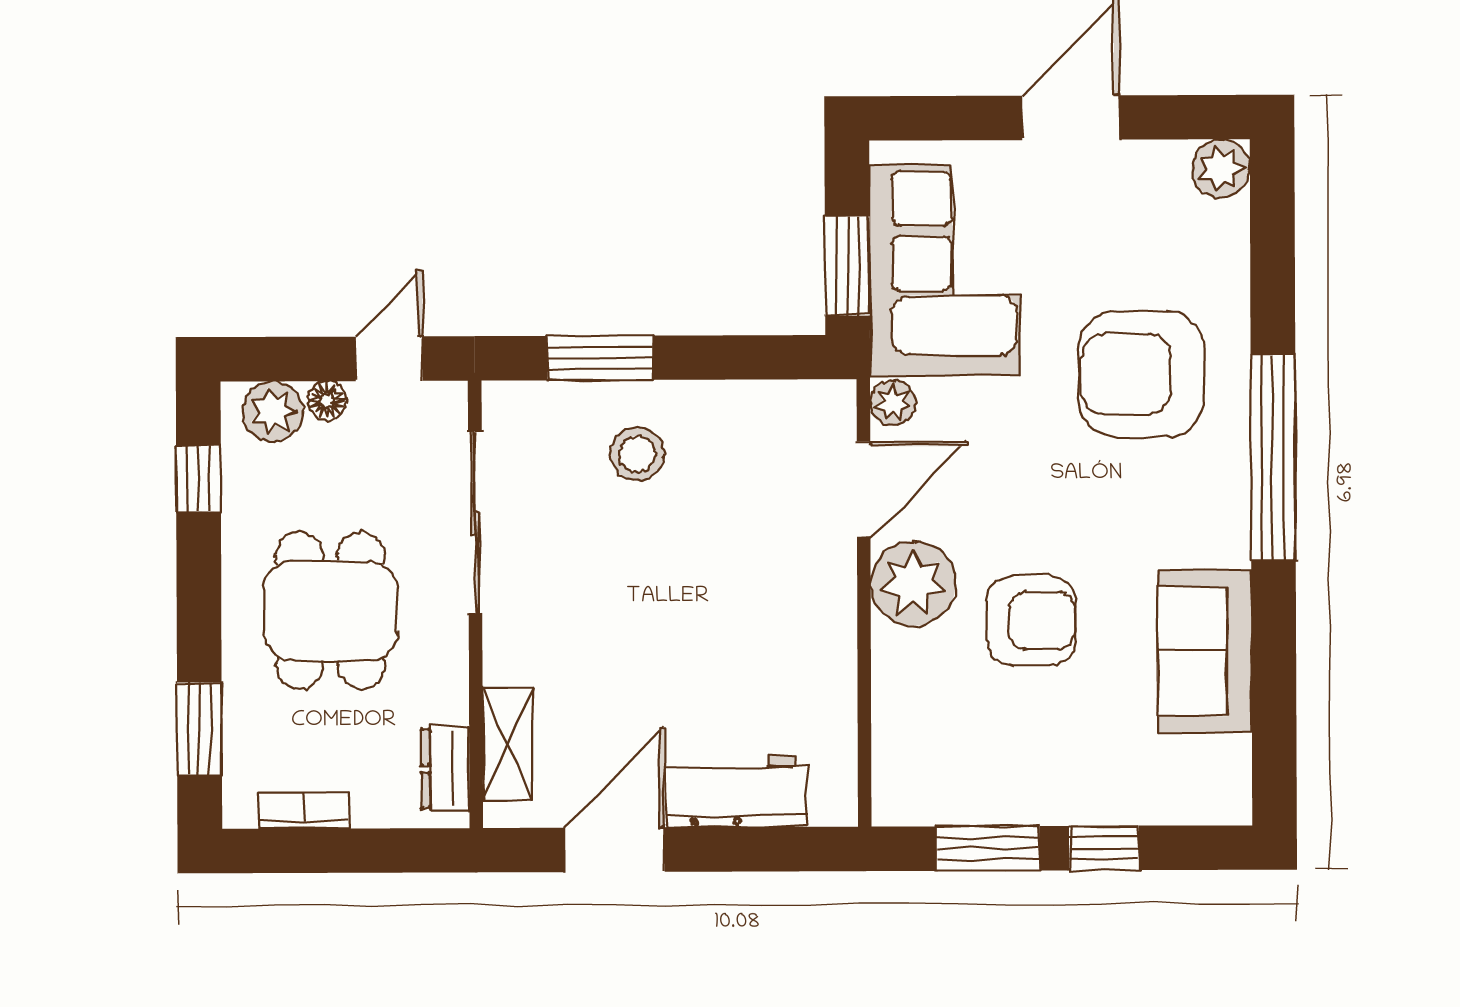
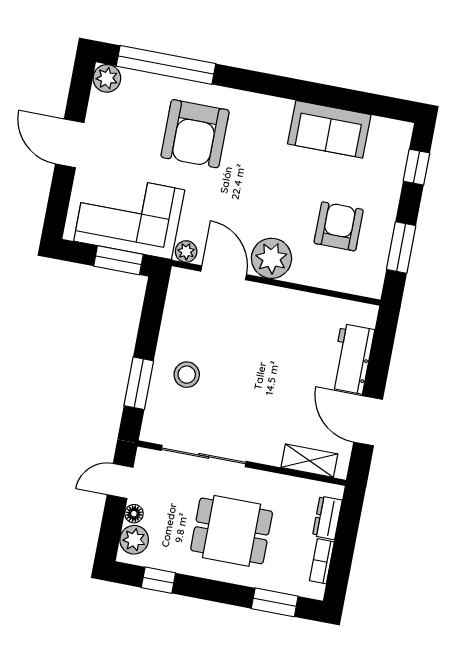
door: (389, 359) -> (120, 481), hinge flipped
window: (1273, 458) -> (166, 65), moved
armchair: (1031, 621) -> (339, 226), moved
dresser: (445, 769) -> (327, 518), moved, turned 90
window: (1104, 848) -> (416, 167), moved

